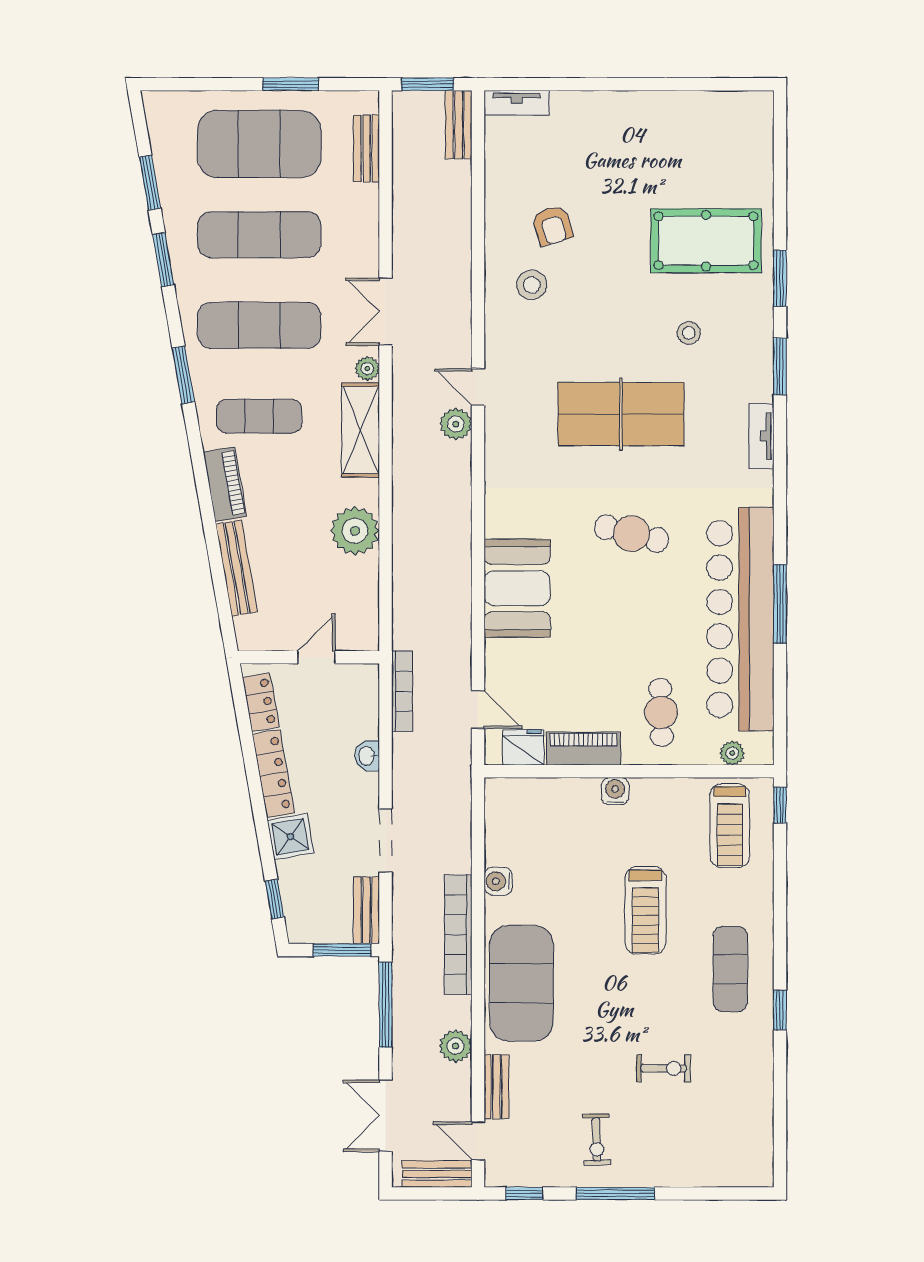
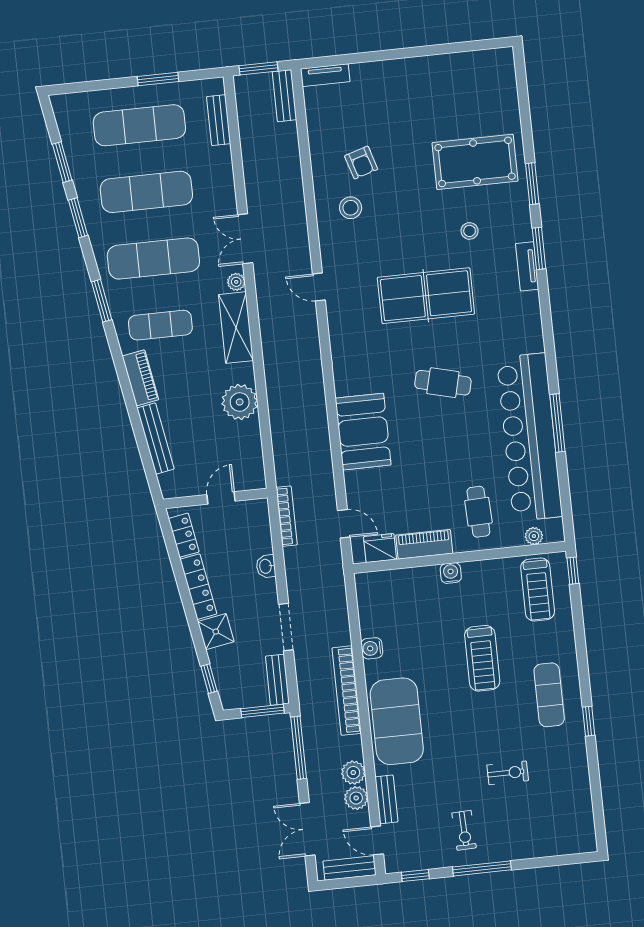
exercise mat: (259, 144) -> (139, 125), width x0.68
plant: (456, 424) -> (356, 798), moved
tv unit: (761, 436) -> (527, 266), moved

